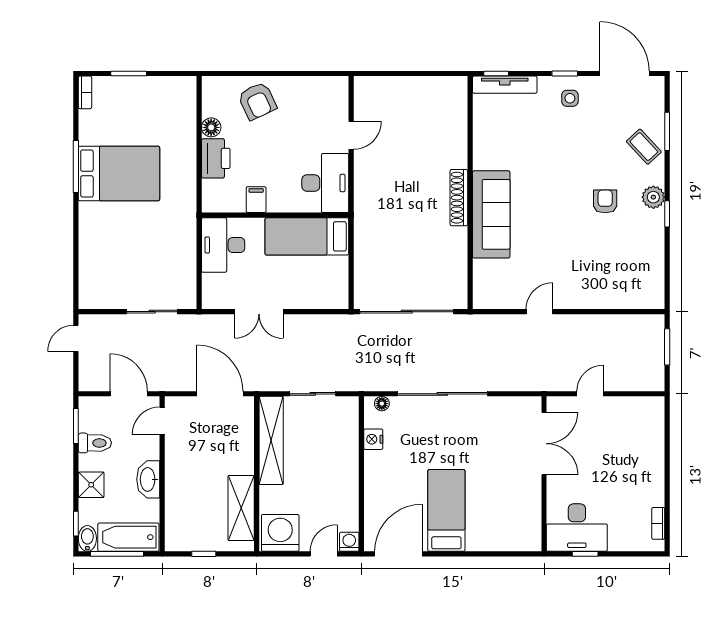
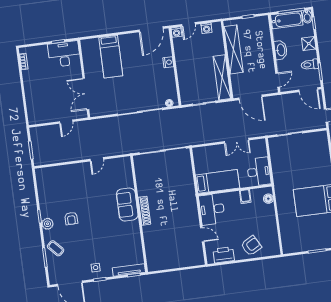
armchair: (257, 101) -> (251, 246), turned 86
floor lamp: (211, 127) -> (268, 199), moved
door: (351, 135) -> (202, 235), swing flipped
printer: (216, 158) -> (224, 255), moved, turned 90
sofa: (491, 214) -> (127, 205), width x0.73
double door: (259, 312) -> (237, 141), swing flipped
door: (129, 394) -> (308, 90), moved
nightstand: (373, 439) -> (168, 62), moved
shelving: (241, 508) -> (234, 49), width x1.47
bed: (446, 510) -> (111, 57), moved
washing machine: (280, 533) -> (206, 28), width x0.53, depth x0.53

